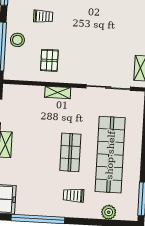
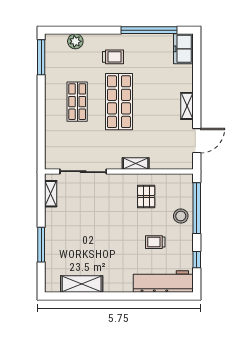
shop shelf: (70, 152) -> (119, 102), width x1.43, depth x1.36
shop shelf: (110, 155) -> (77, 102), width x0.50, depth x0.74

